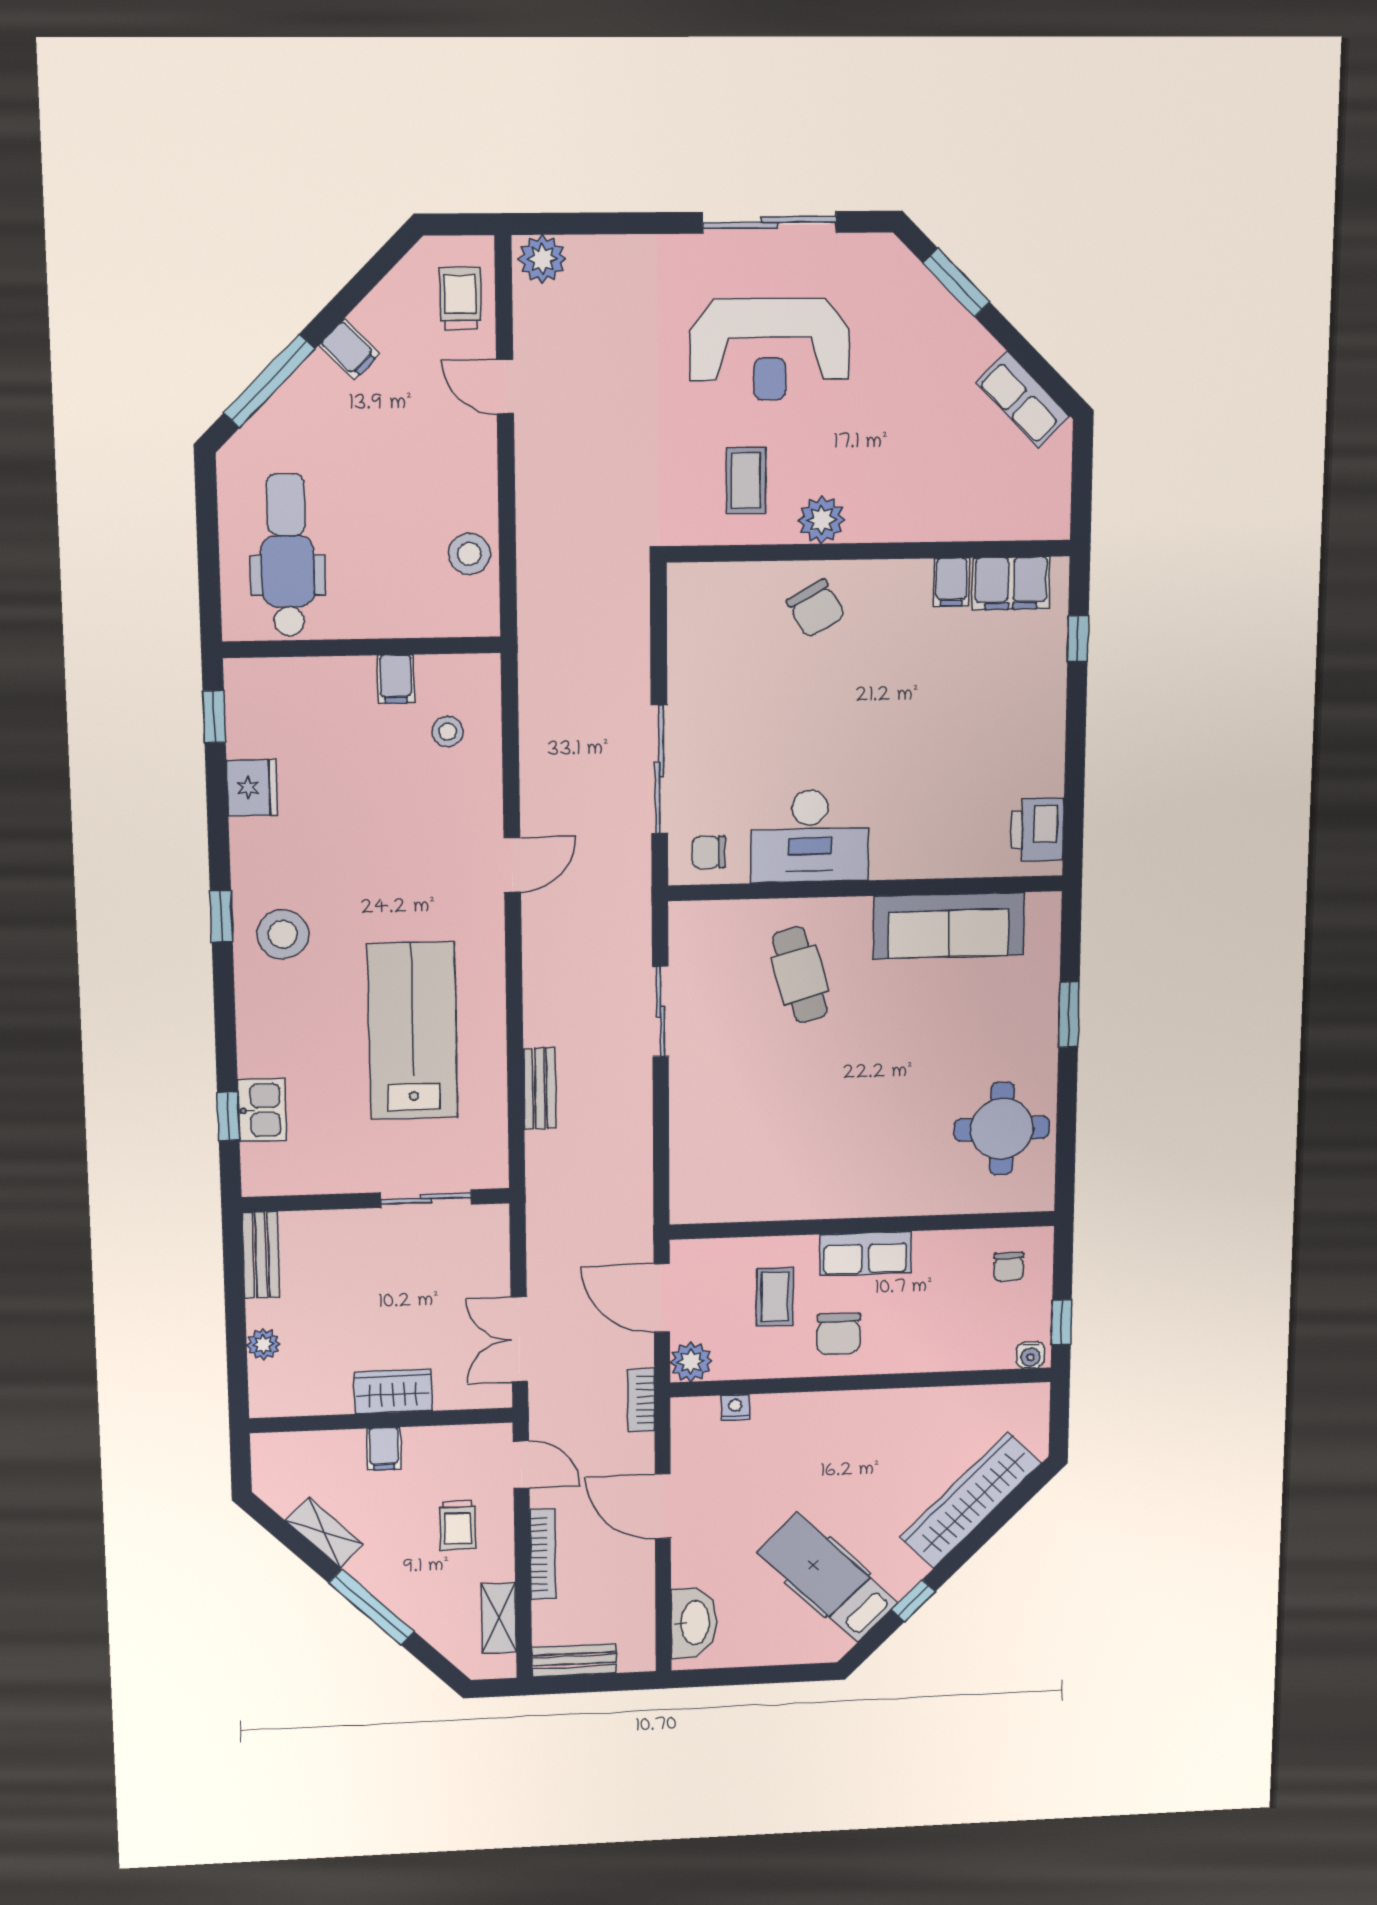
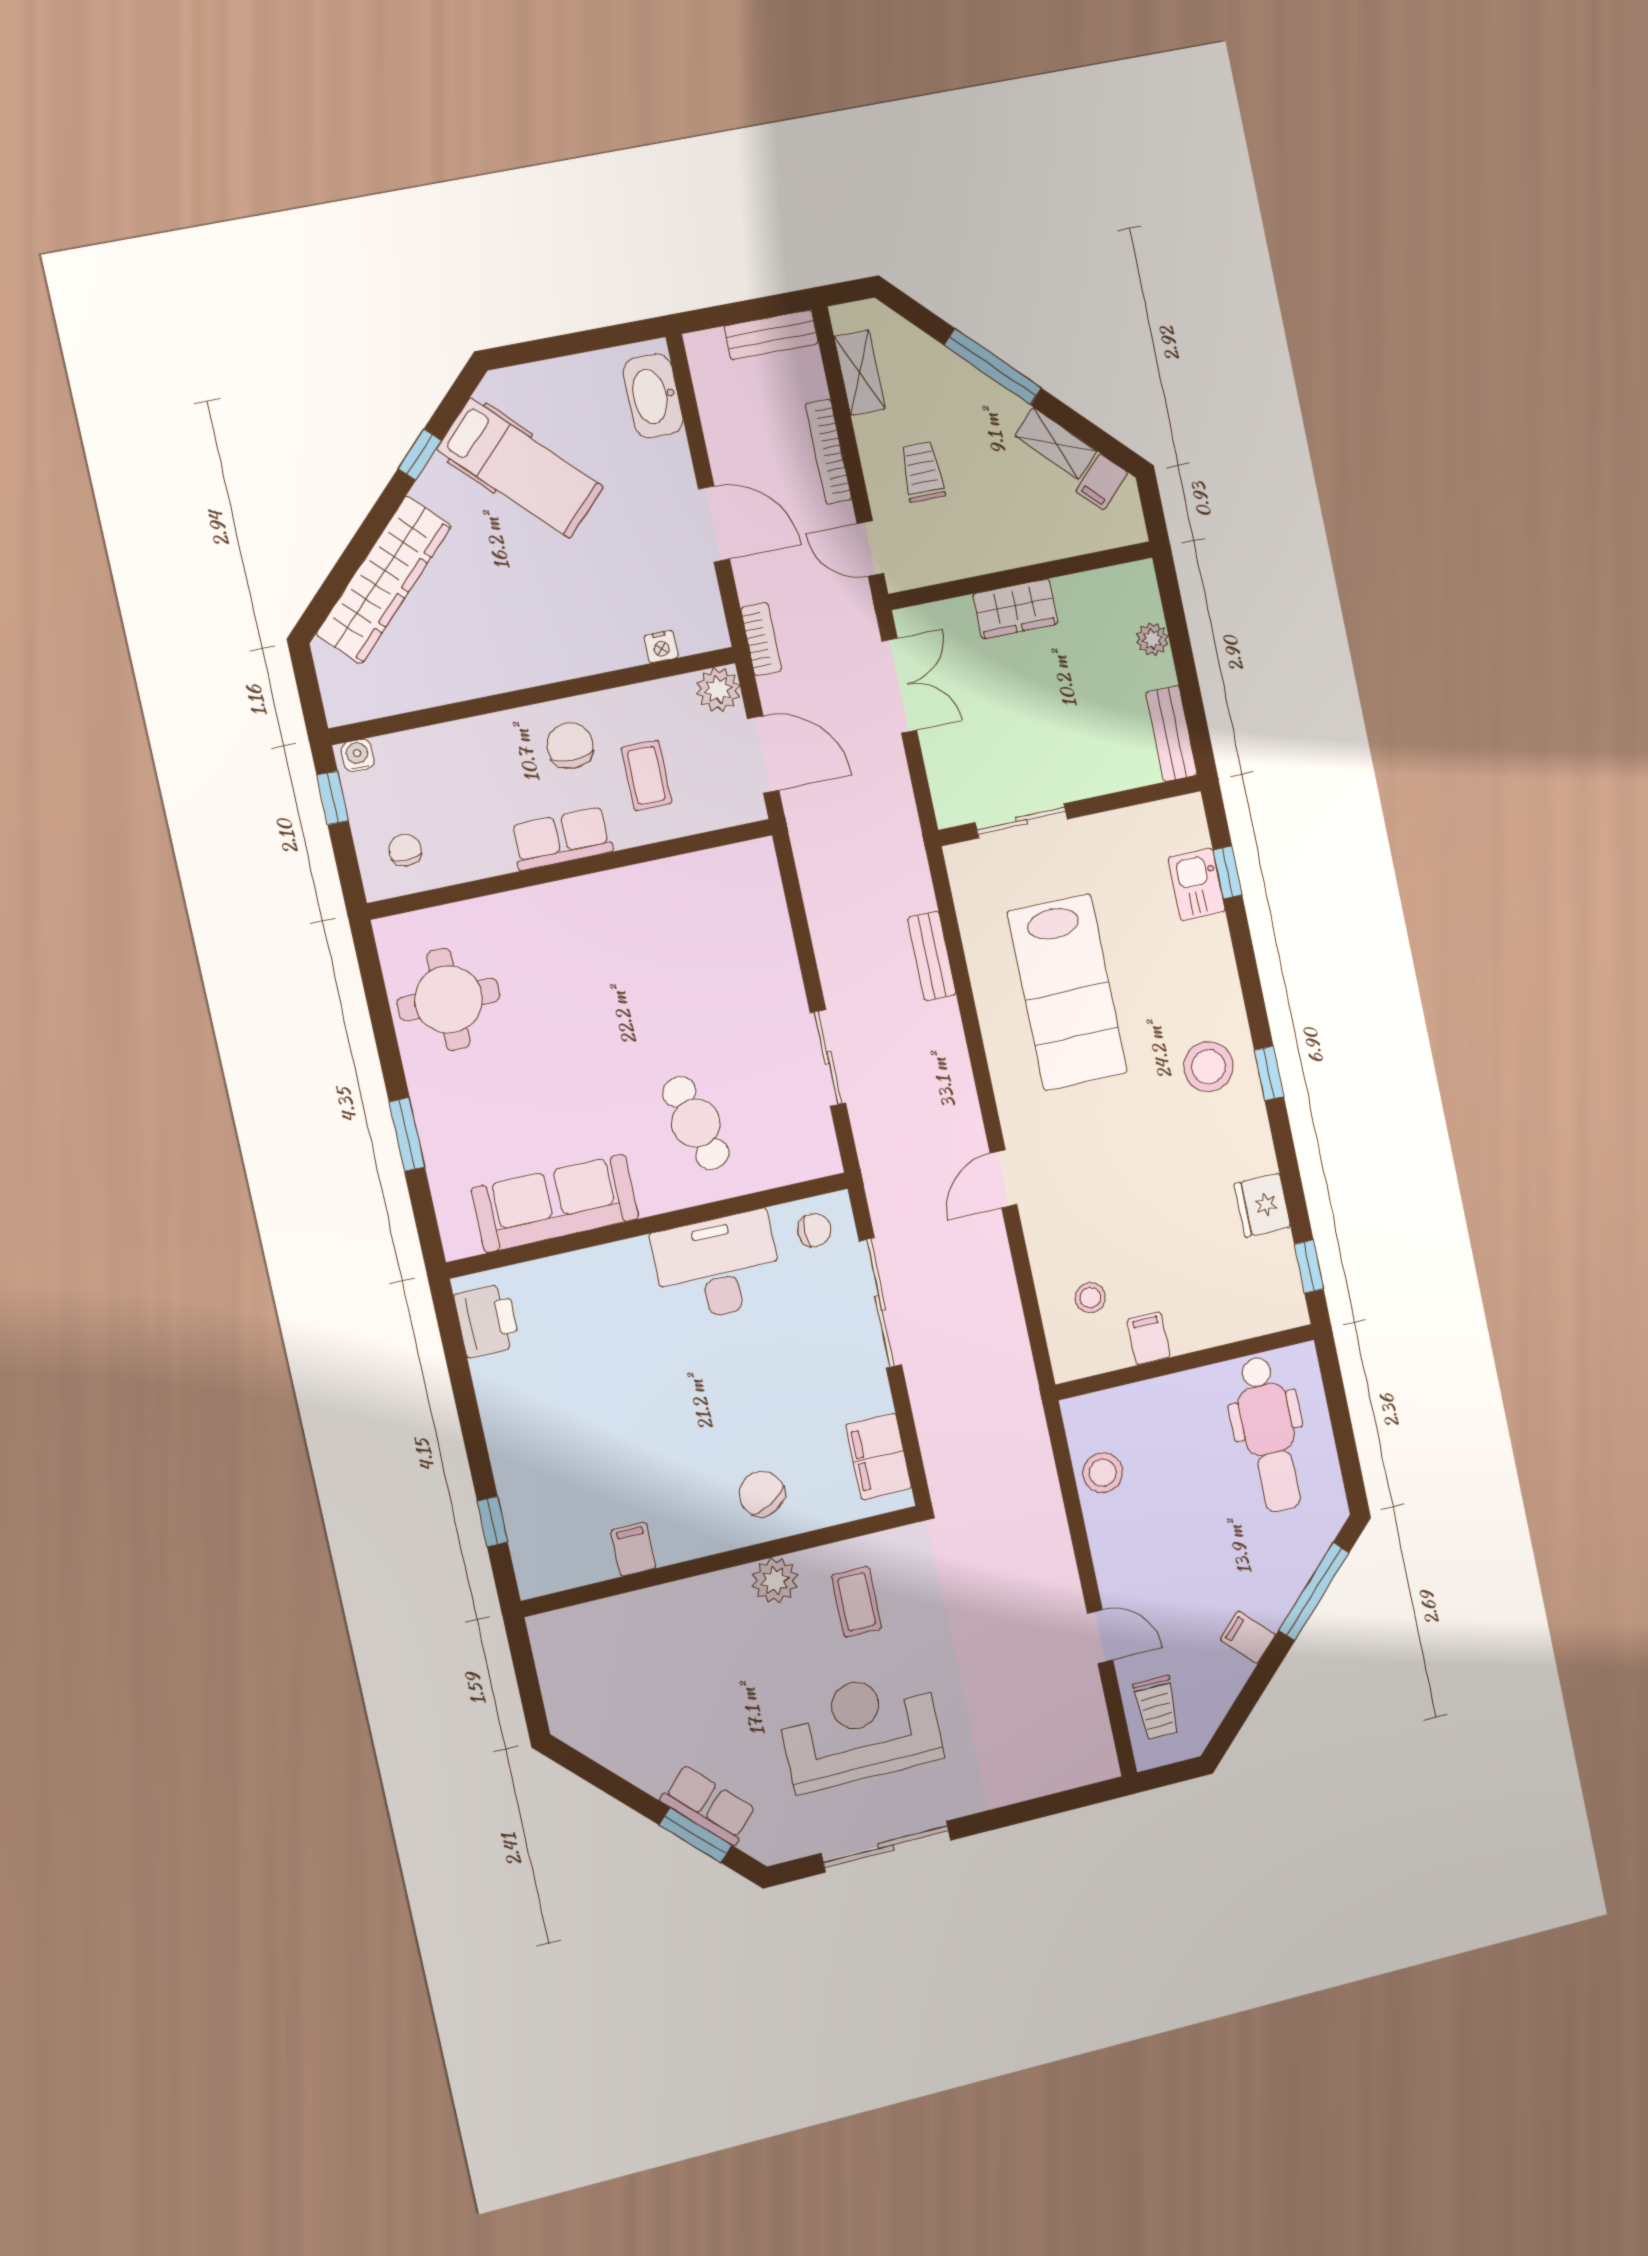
plant: (542, 259) -> (1089, 1762), removed
row of seats: (1023, 399) -> (708, 1805), moved
filing cabinet: (1011, 583) -> (879, 1457), moved, turned -90
filing cabinet: (384, 1449) -> (1102, 482), moved, turned -135

